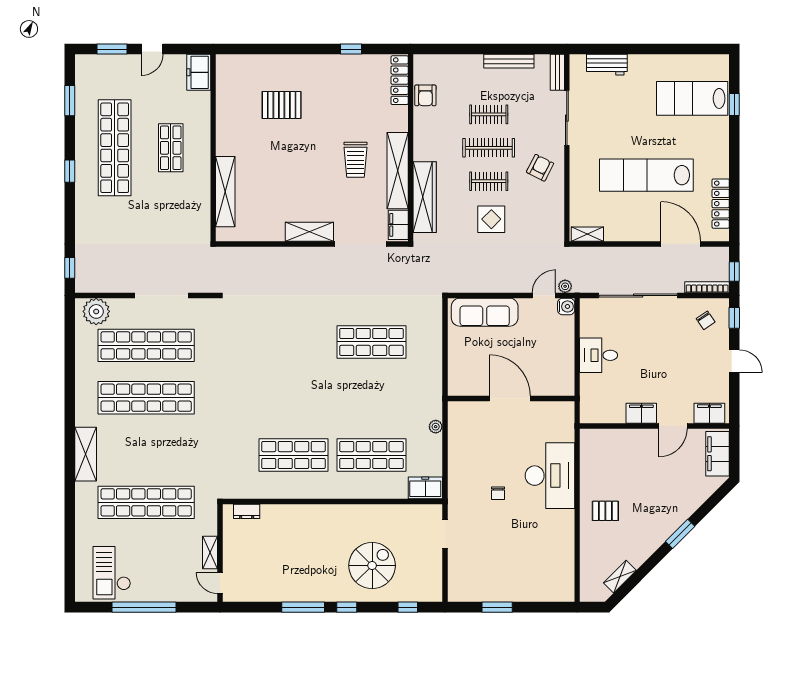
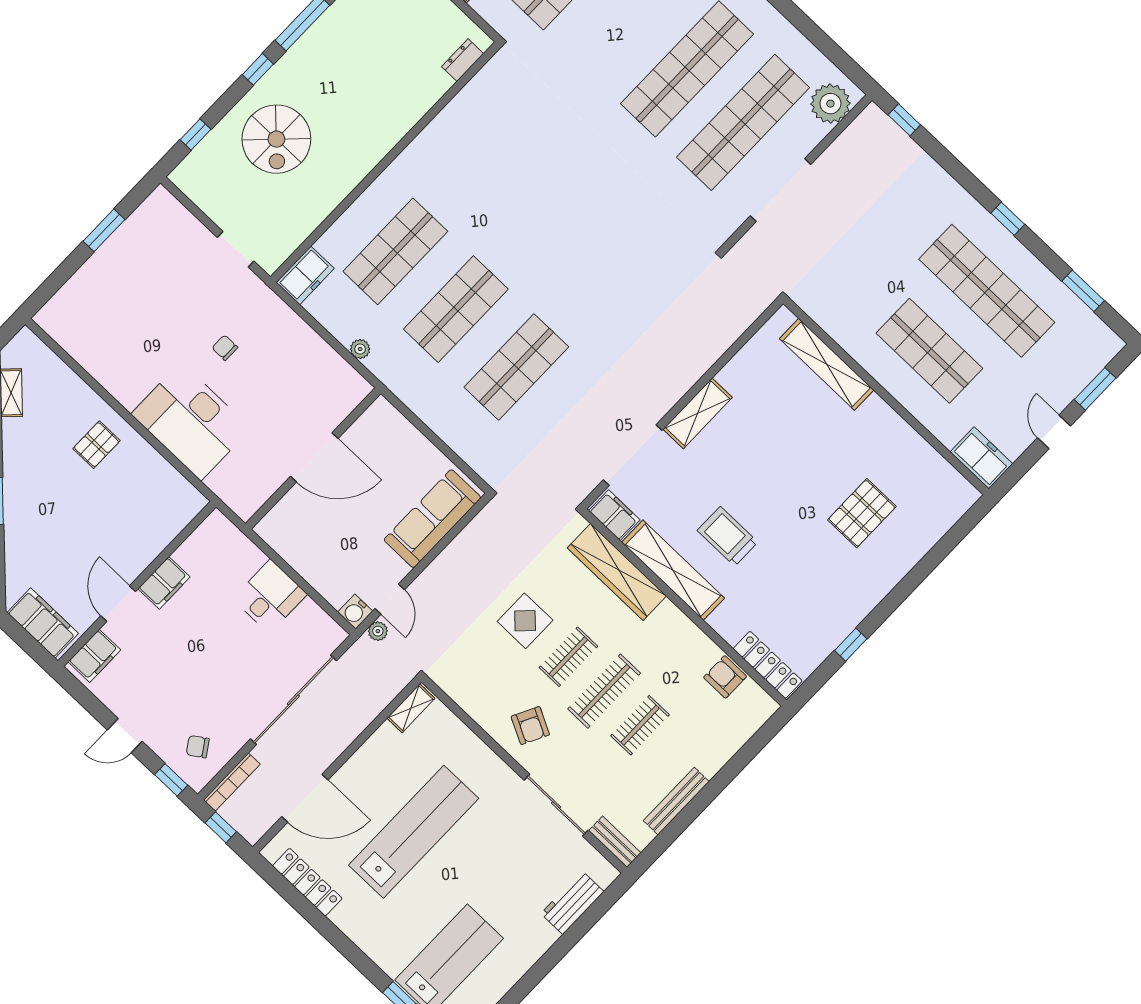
shop shelf: (171, 148) -> (929, 351), width x1.43, depth x1.36
shop shelf: (293, 455) -> (456, 309), moved

